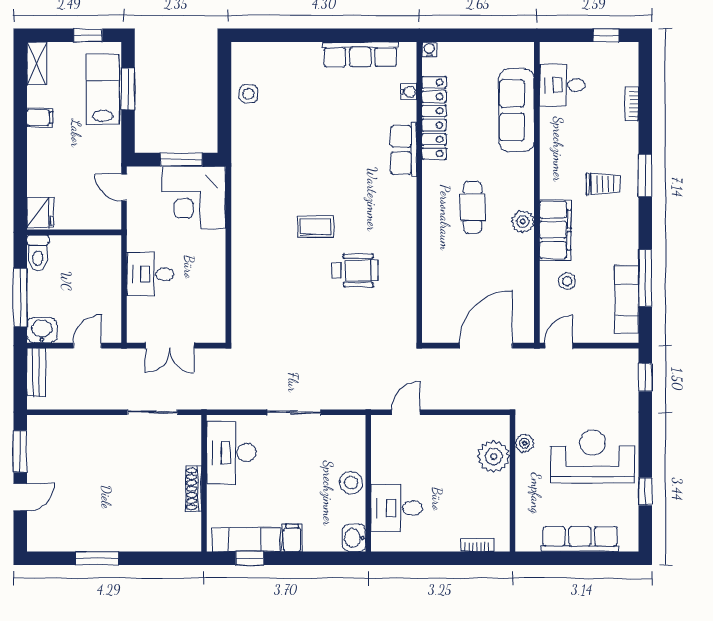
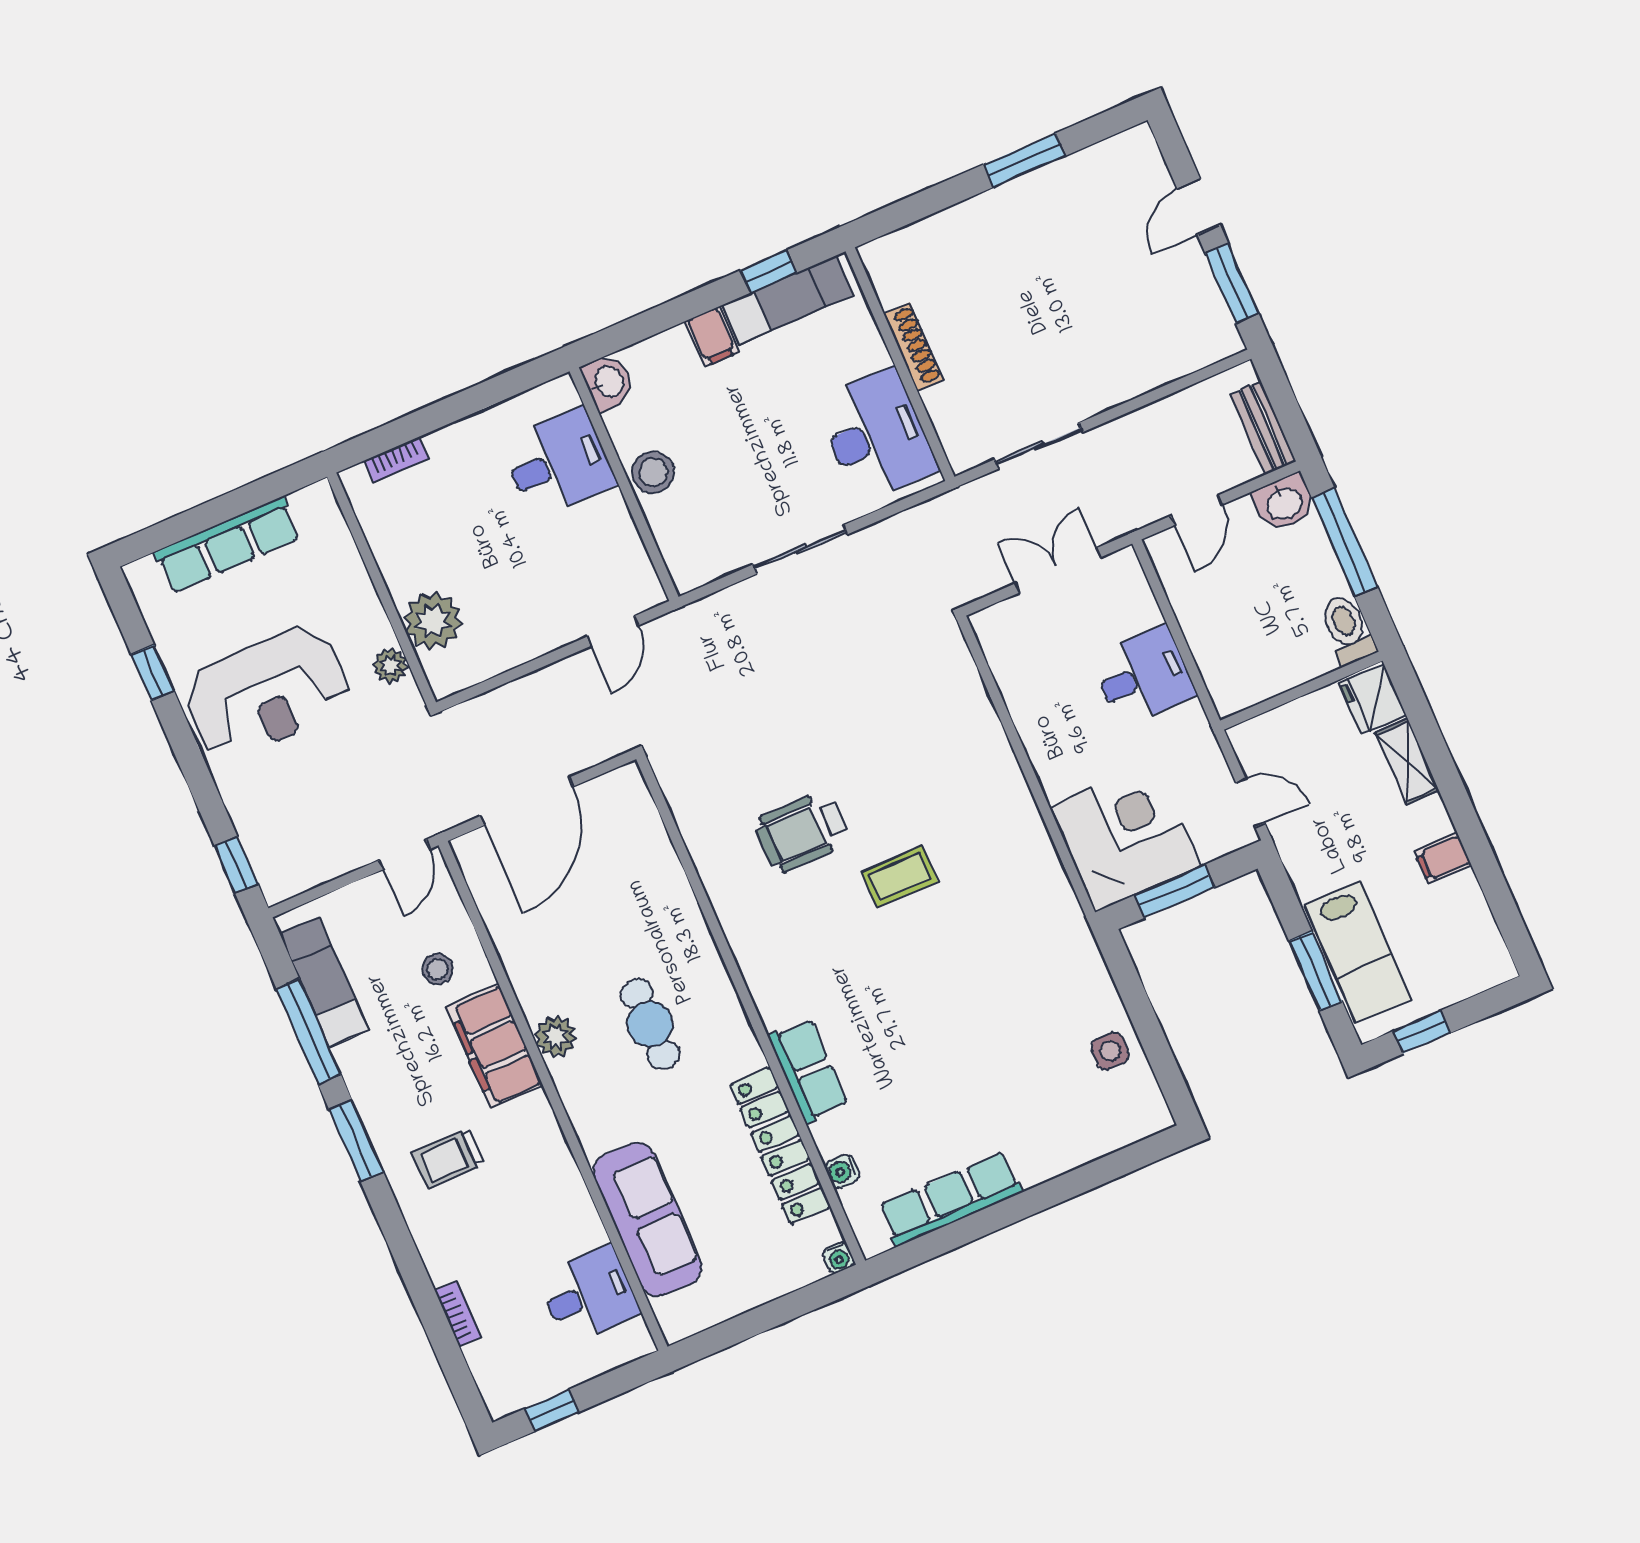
shelving: (37, 64) -> (1407, 762), moved
window: (645, 175) -> (356, 1141), moved

